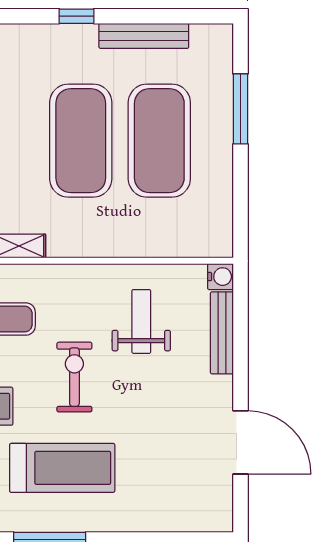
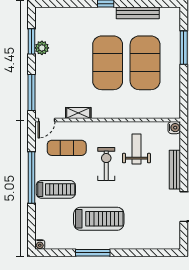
bench: (222, 333) -> (175, 170), moved
exercise bike: (74, 377) -> (106, 164), moved

